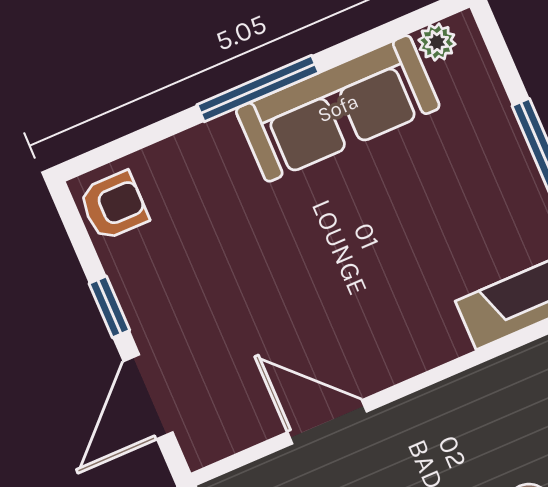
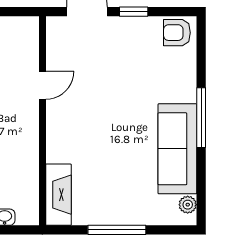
armchair: (114, 206) -> (177, 33), turned 90
door: (327, 422) -> (42, 85), width x0.73

